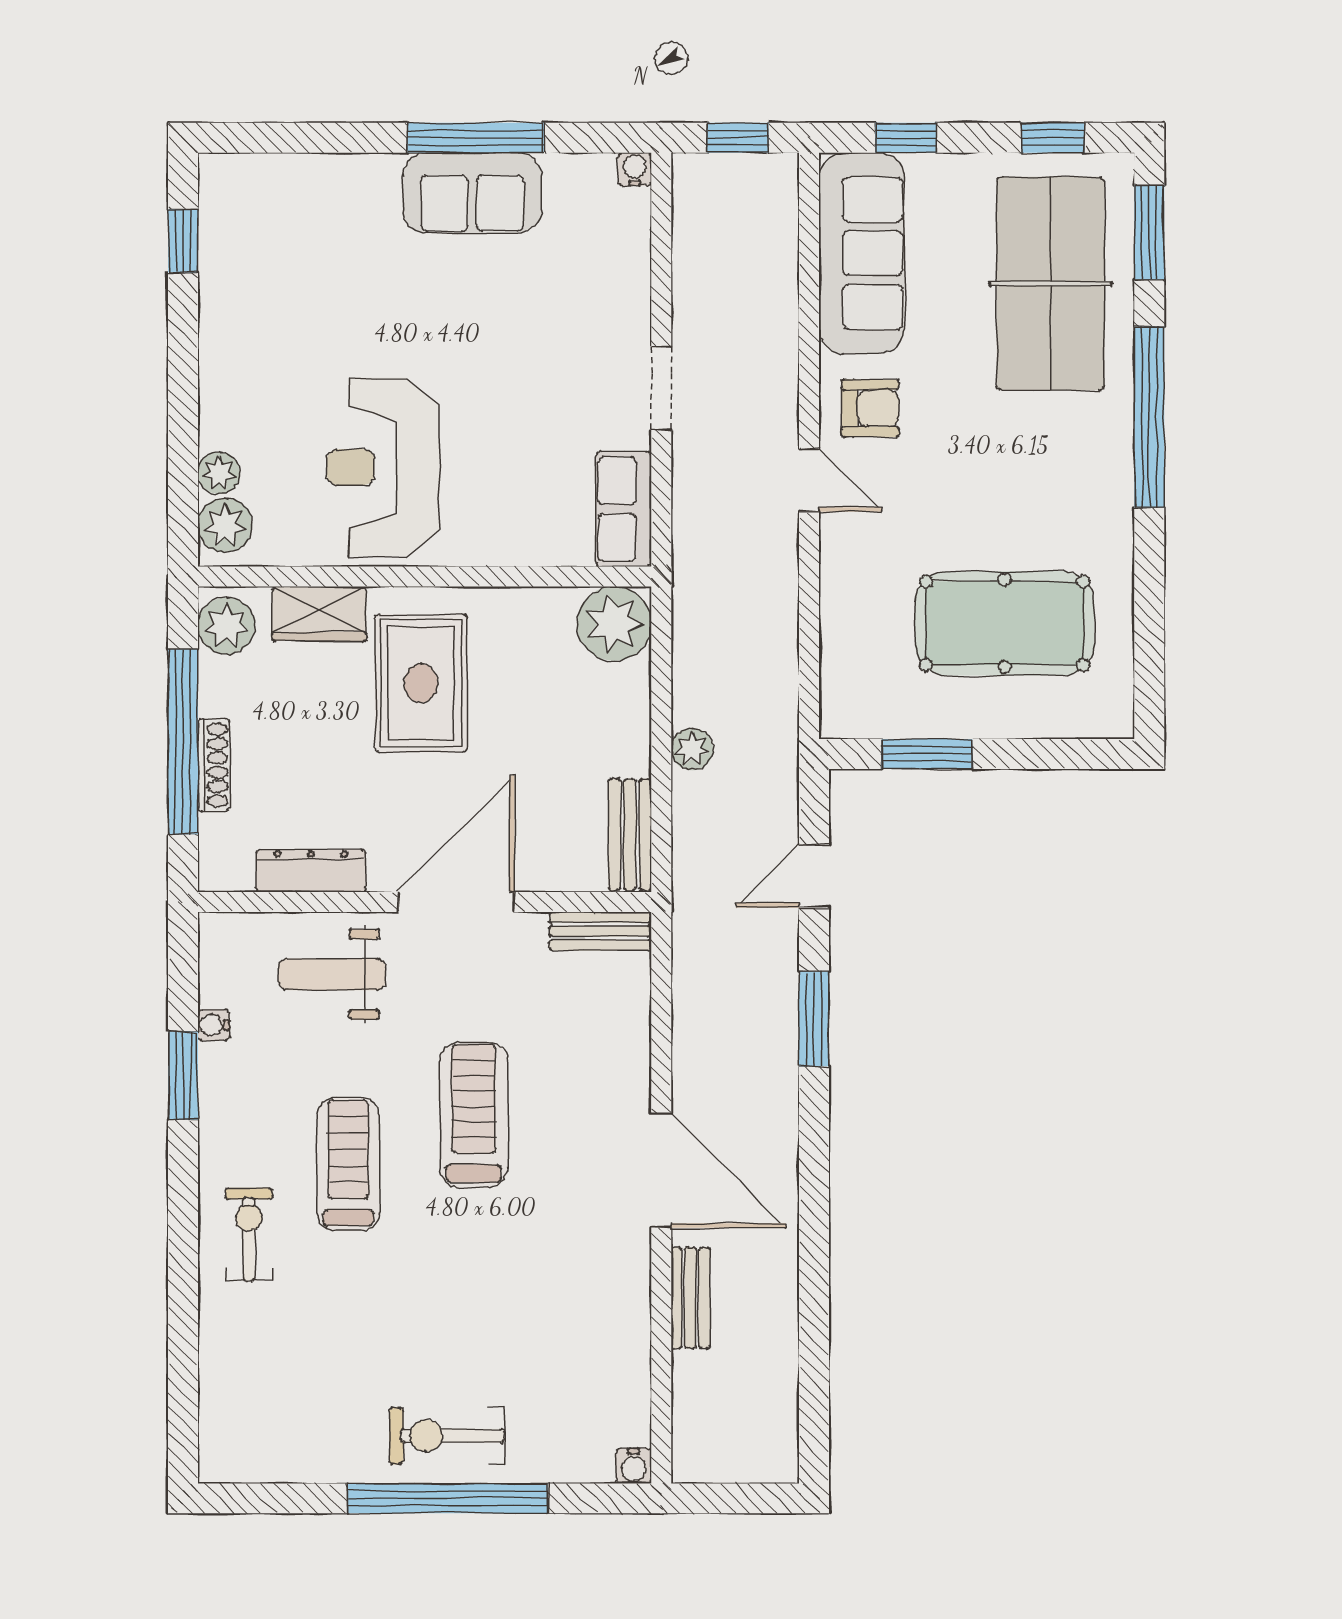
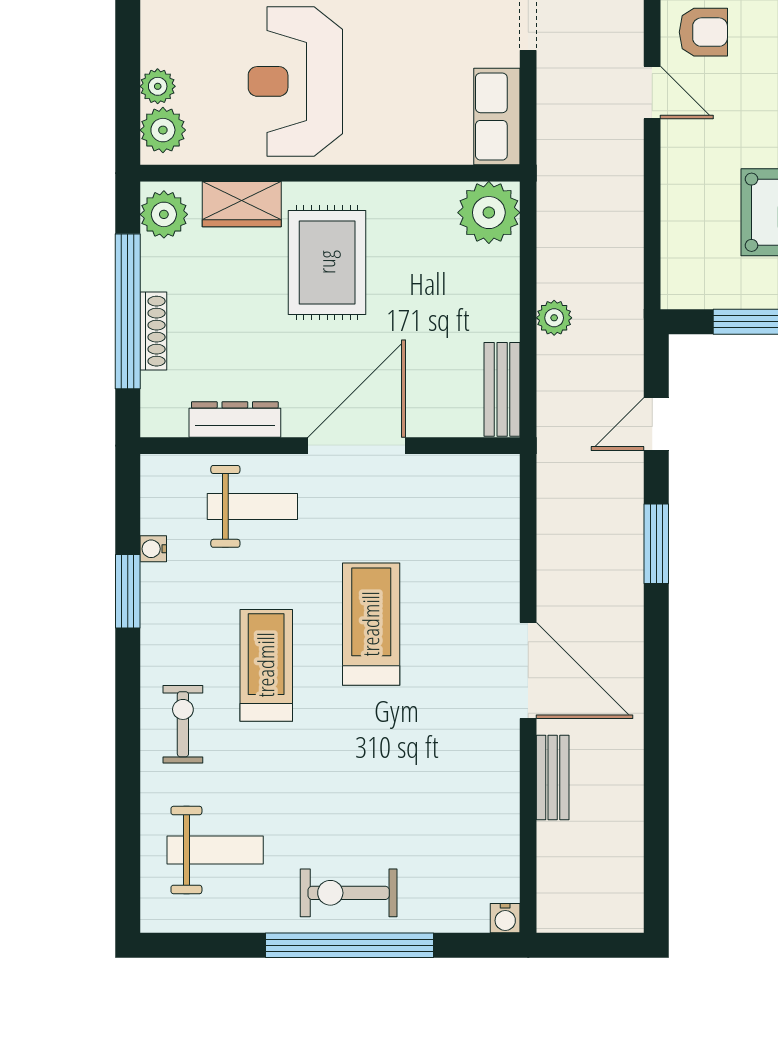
bench: (600, 931) -> (477, 470), removed
weight bench: (332, 974) -> (252, 506), turned 180
weight bench: (287, 1385) -> (215, 850), added

